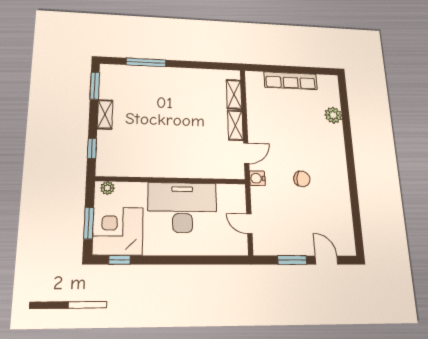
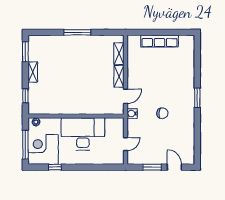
window: (146, 62) -> (77, 32), moved
plant: (333, 115) -> (188, 66), removed
window: (350, 158) -> (197, 98), added
window: (89, 223) -> (25, 145), width x1.44
door: (249, 224) -> (125, 144), swing flipped
window: (119, 260) -> (55, 167), moved

